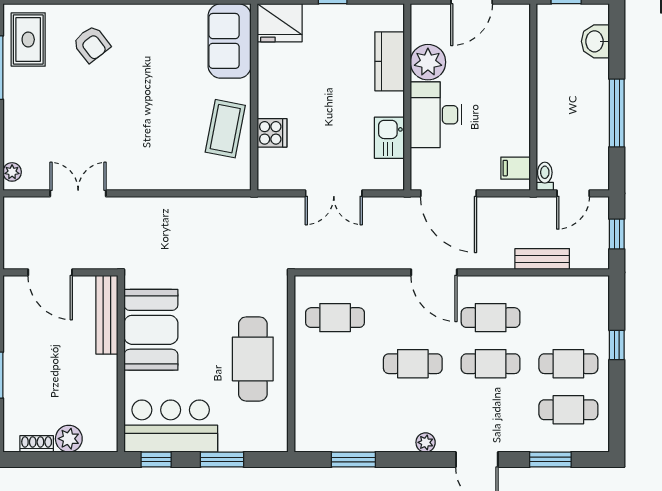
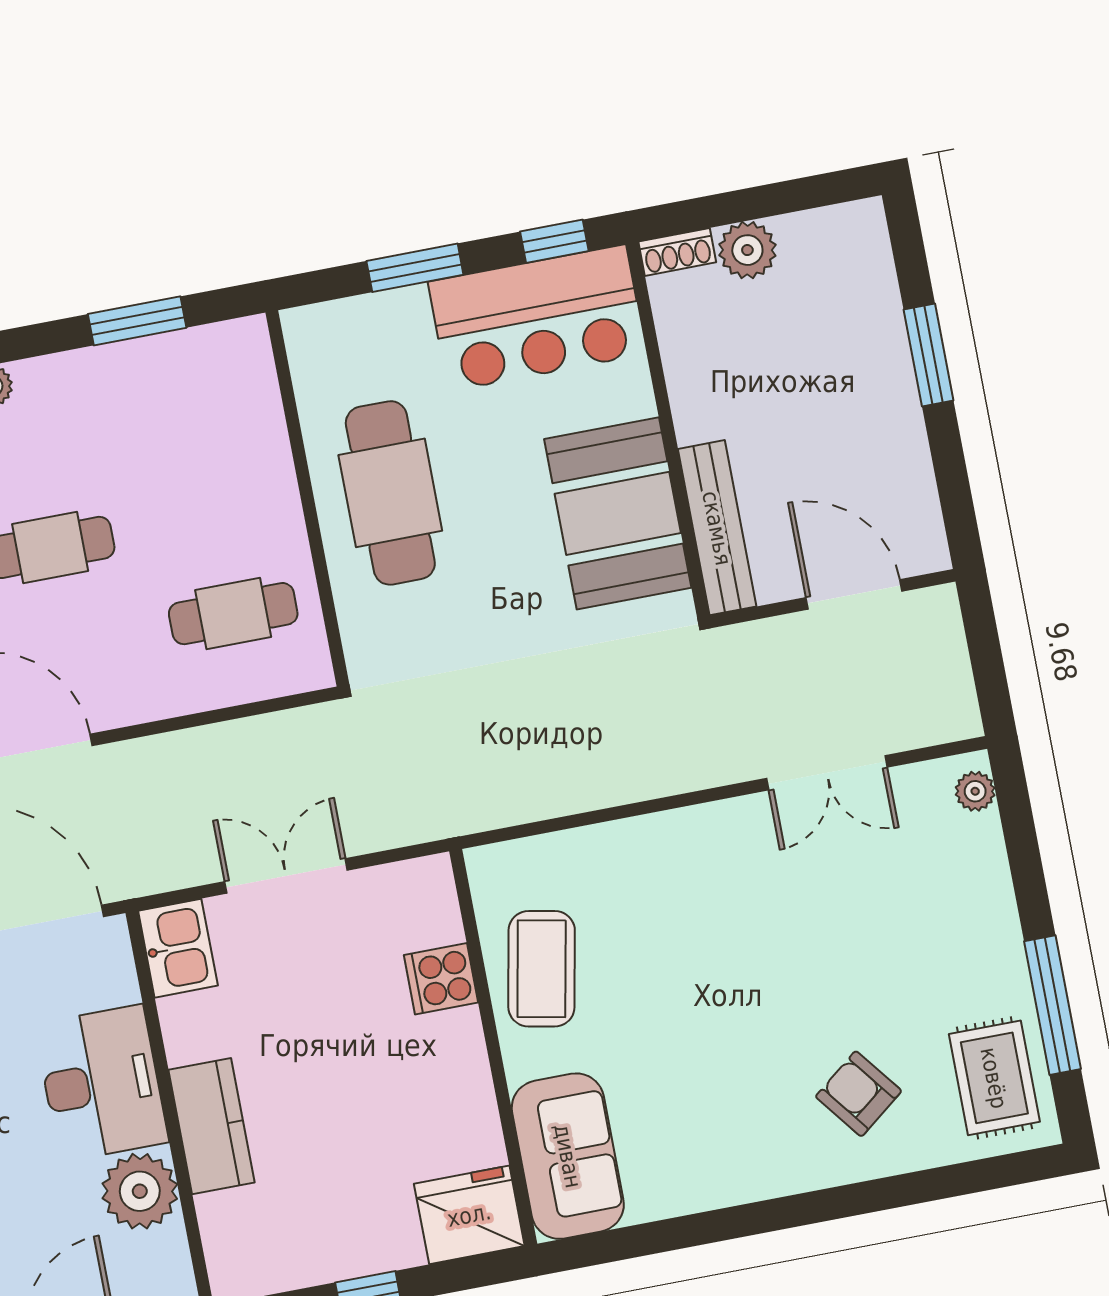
kitchen counter: (390, 61) -> (212, 1126), moved
kitchen sink: (389, 138) -> (178, 948), moved
shoe rack: (37, 444) -> (677, 252), moved

